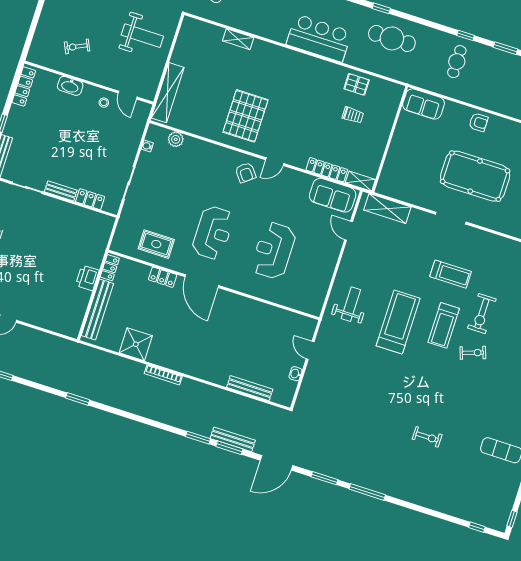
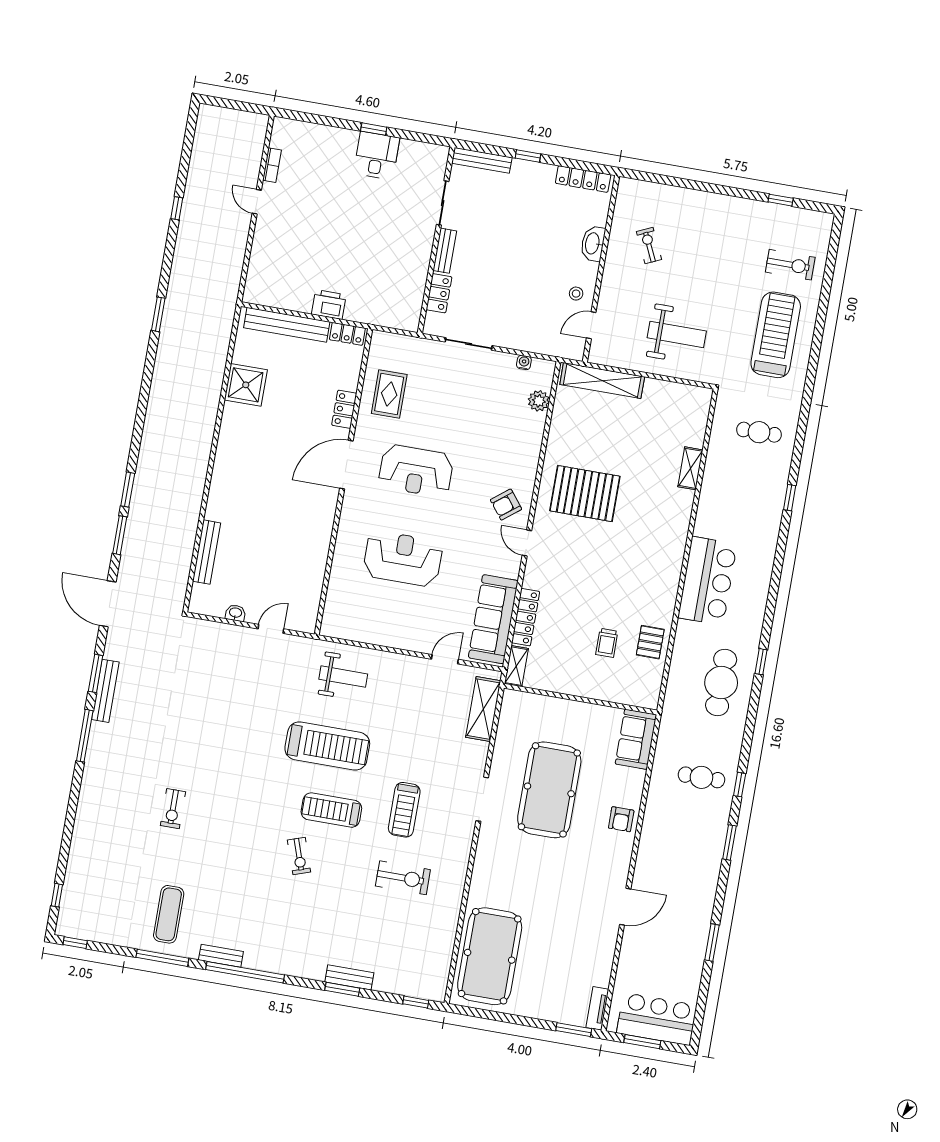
weight bench: (142, 36) -> (677, 334), turned -90
pool table: (475, 176) -> (549, 790), moved
sofa: (333, 195) -> (493, 619), width x1.36
exercise bike: (482, 314) -> (403, 878), moved, turned 180
bookcase: (163, 375) -> (208, 429), removed
bench: (233, 439) -> (105, 691), moved

